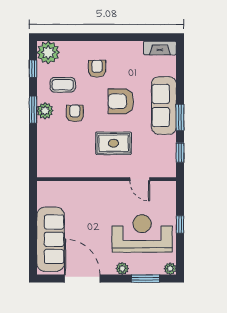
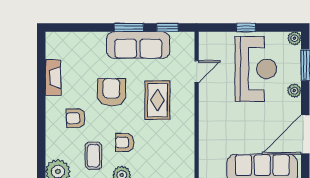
fireplace: (160, 48) -> (53, 78), moved
armchair: (121, 101) -> (111, 92), turned 180
sofa: (164, 105) -> (138, 45), moved
reception desk: (142, 233) -> (256, 69), turned 180

